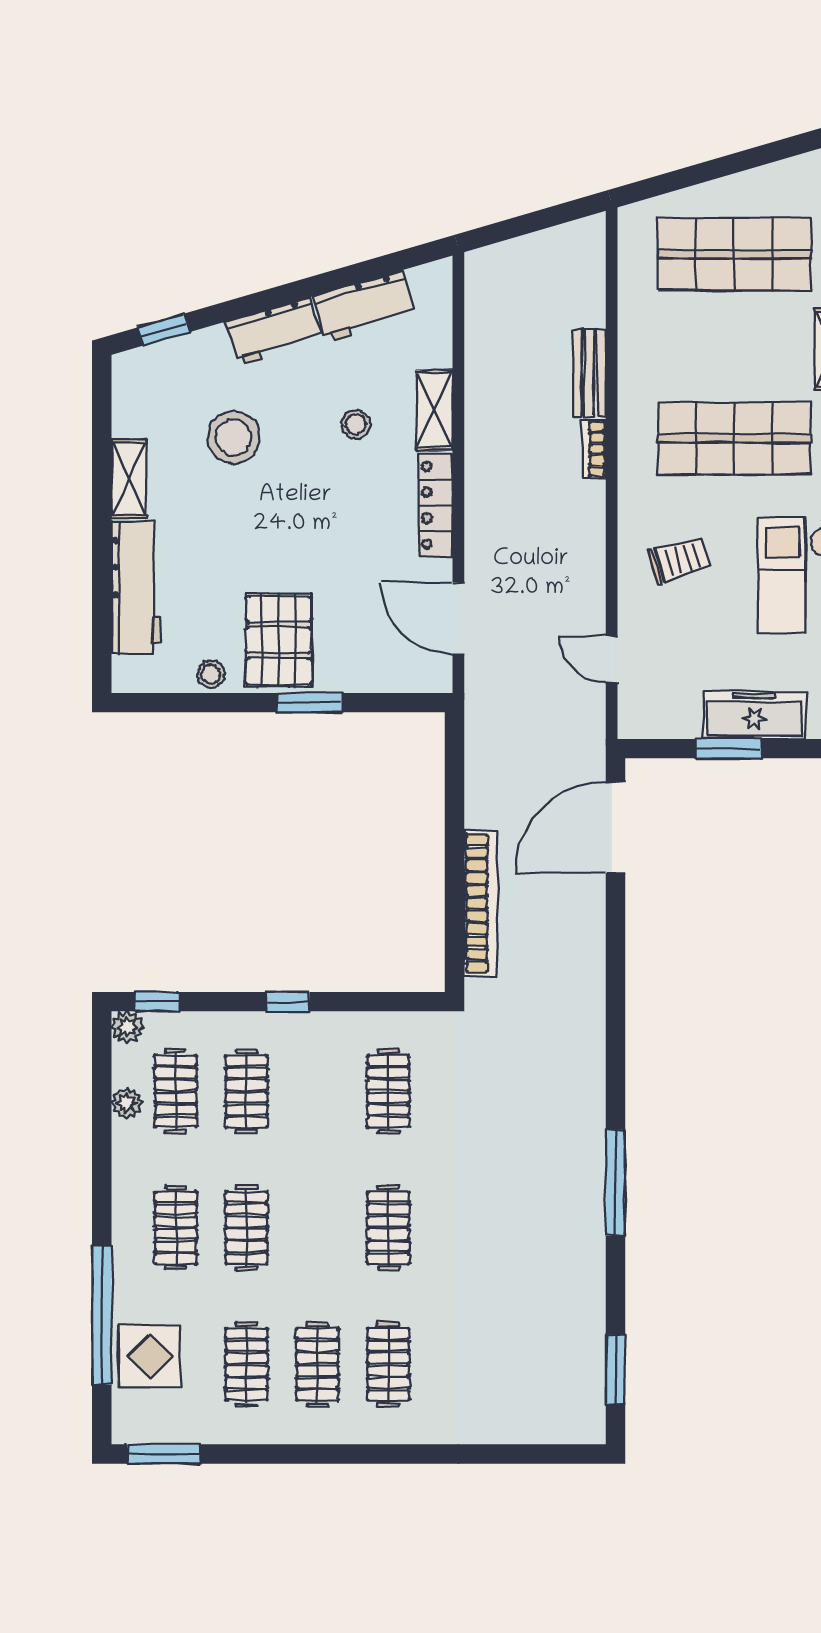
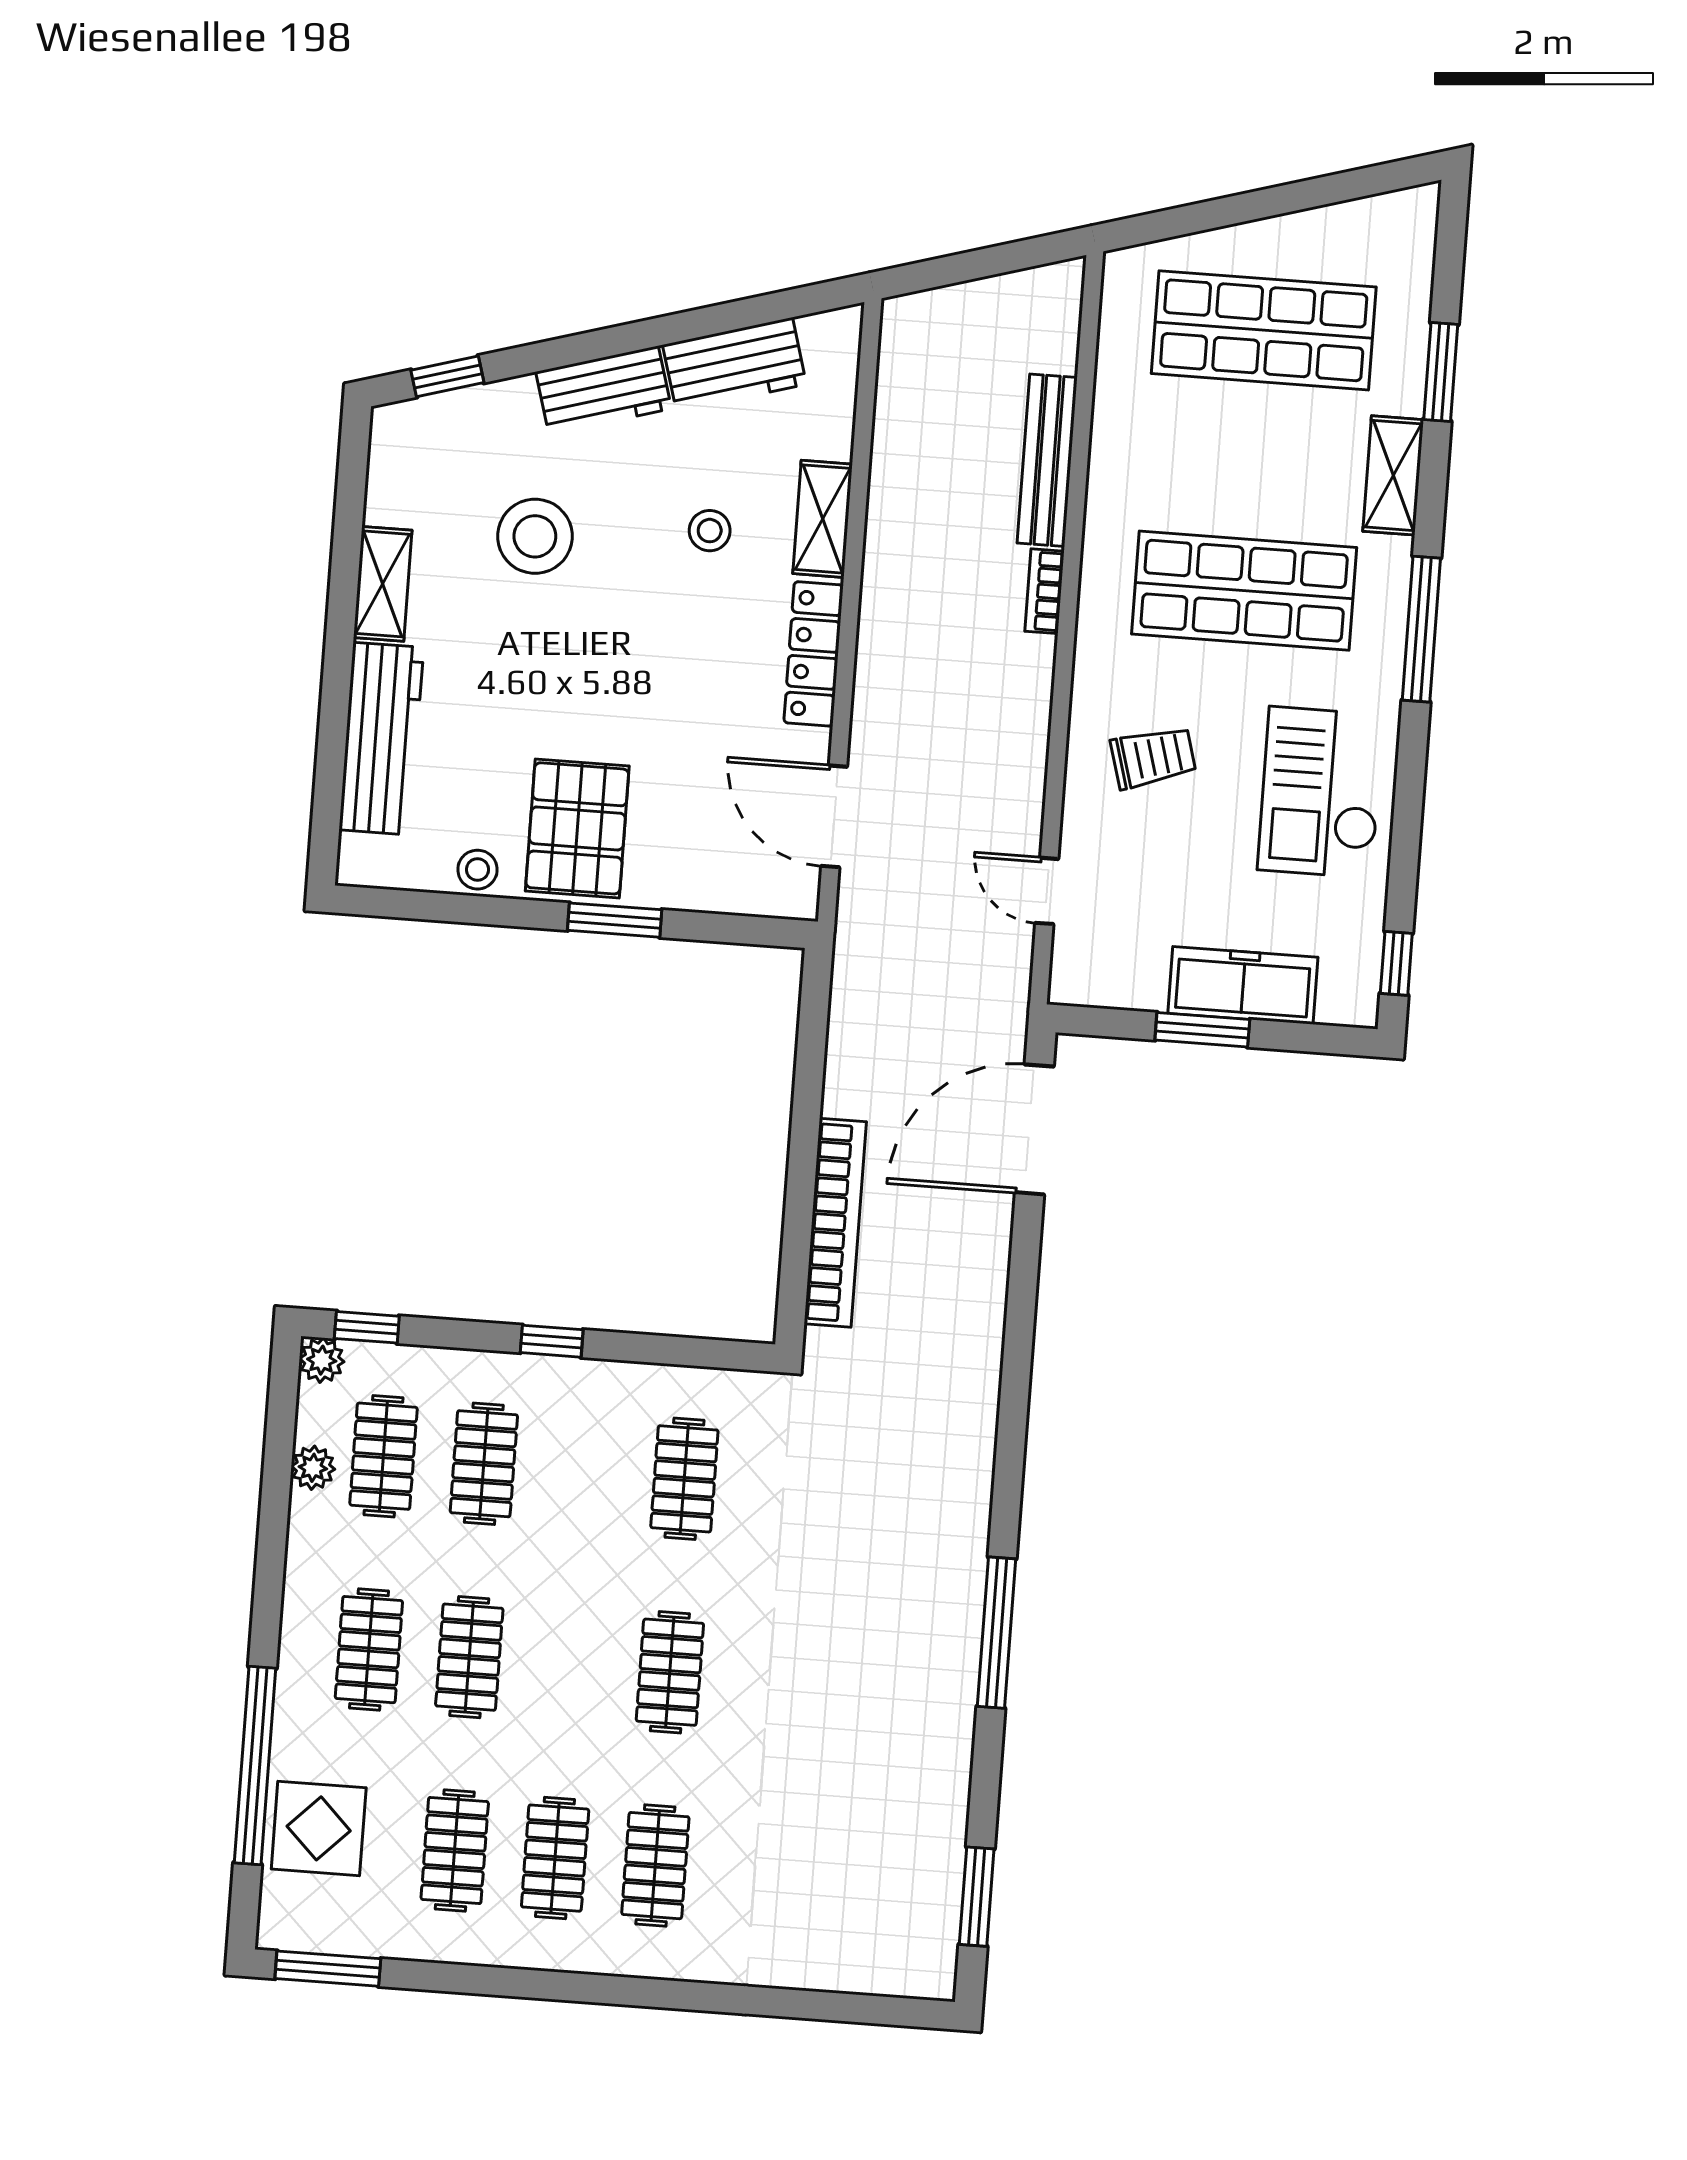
bench: (589, 373) -> (1047, 460), width x1.36

